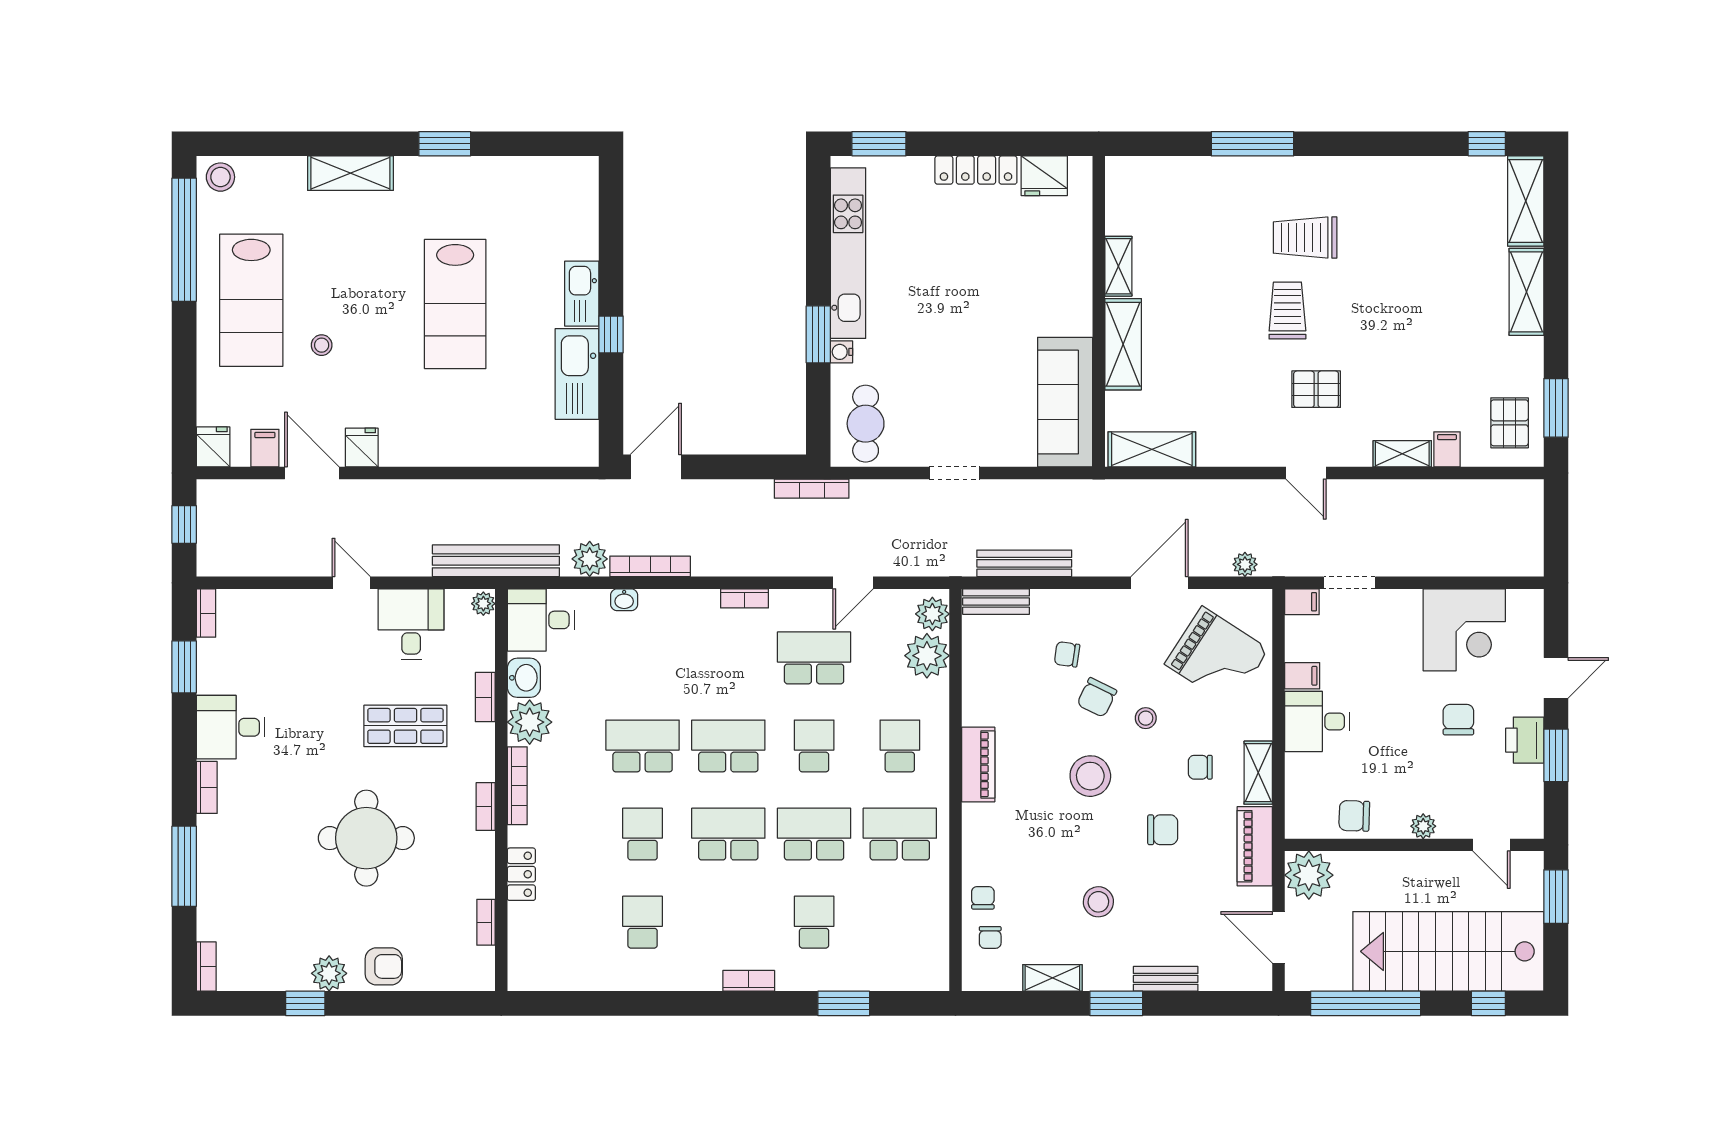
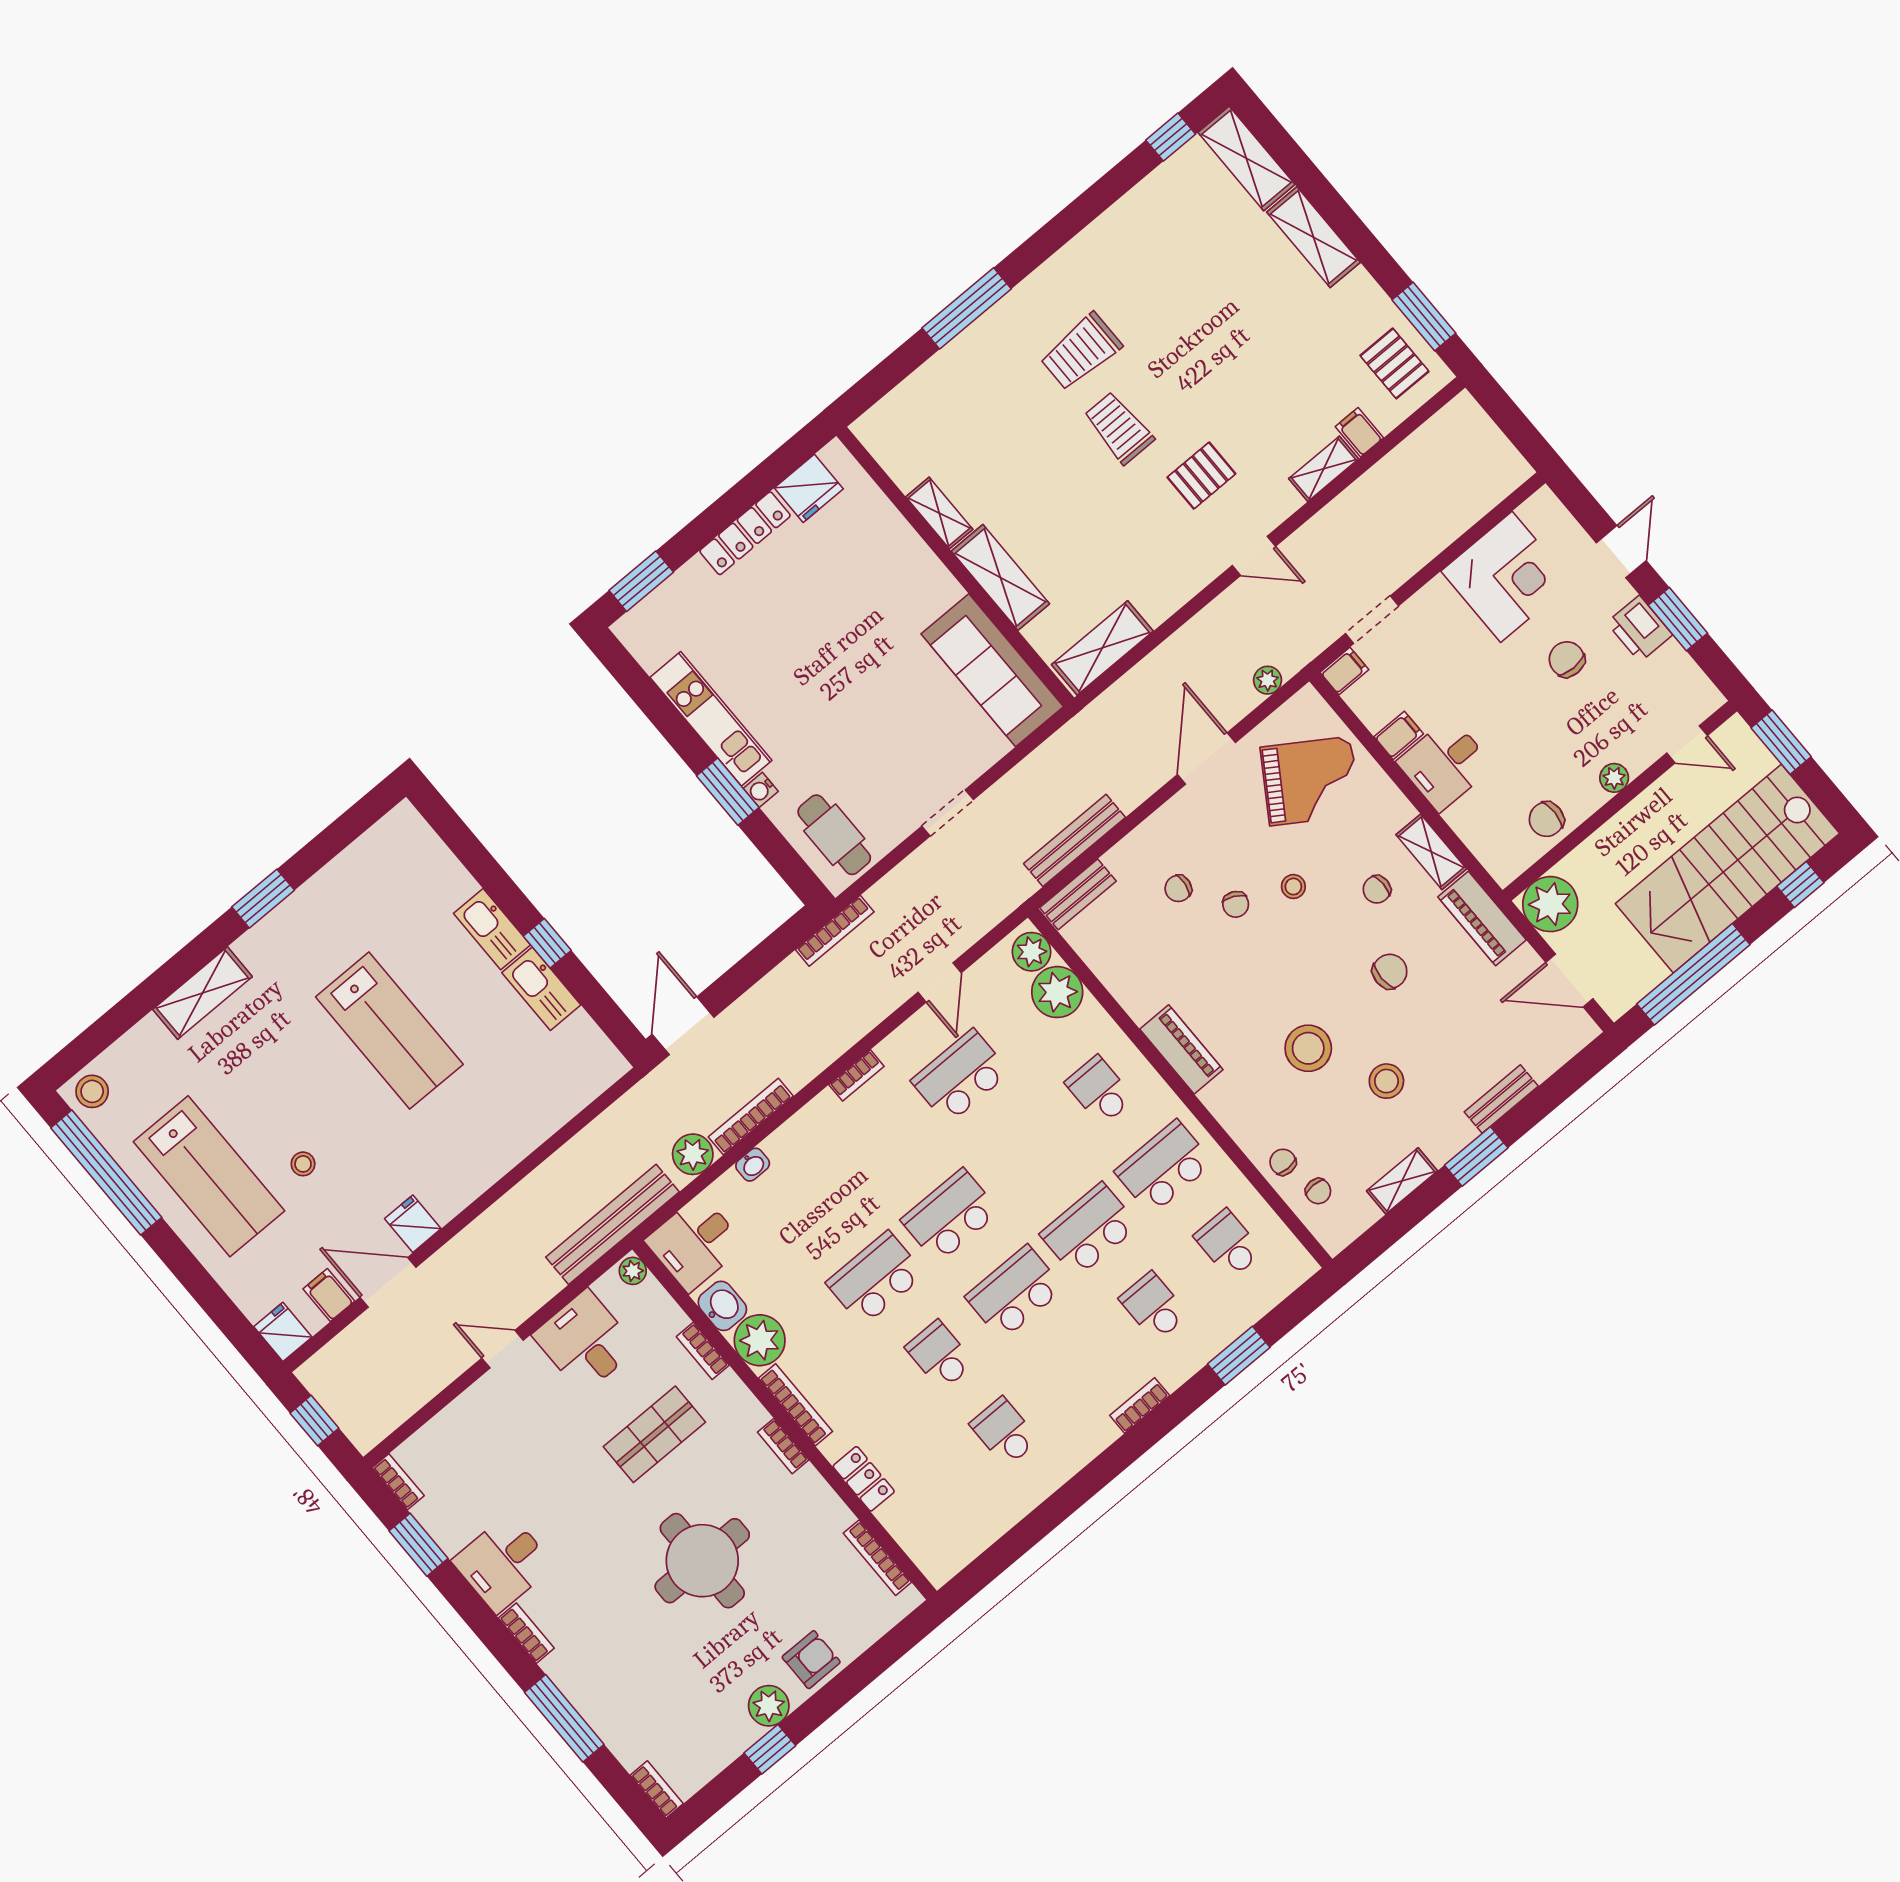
kitchen unit: (848, 253) -> (711, 719), width x0.73
kitchen sink: (577, 374) -> (541, 989), width x0.73, depth x0.81
chair: (1097, 697) -> (1236, 904), width x0.73, depth x0.73
school desk: (814, 746) -> (1228, 1244), moved
stool: (1090, 776) -> (1308, 1048), moved
bookcase: (486, 922) -> (877, 1558), width x1.56

